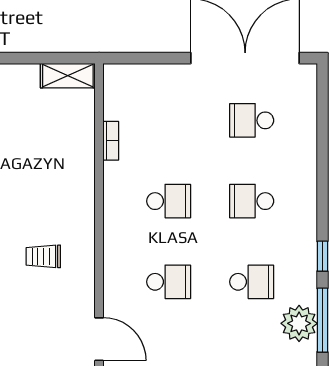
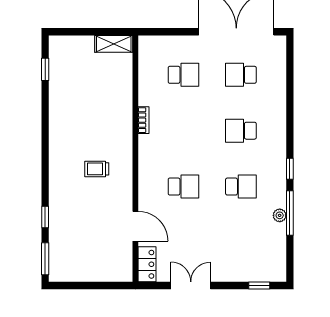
bookcase: (111, 141) -> (143, 120), moved
school desk: (169, 201) -> (183, 75), moved
plant: (299, 323) -> (280, 215), width x0.53, depth x0.53

